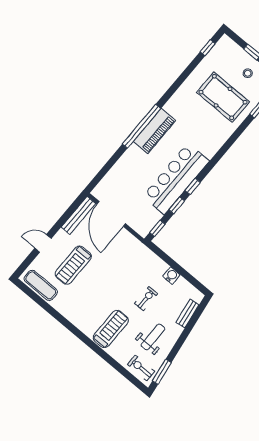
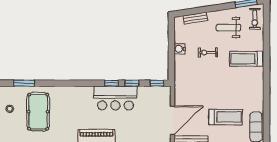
bar counter: (176, 179) -> (115, 98), width x0.73

